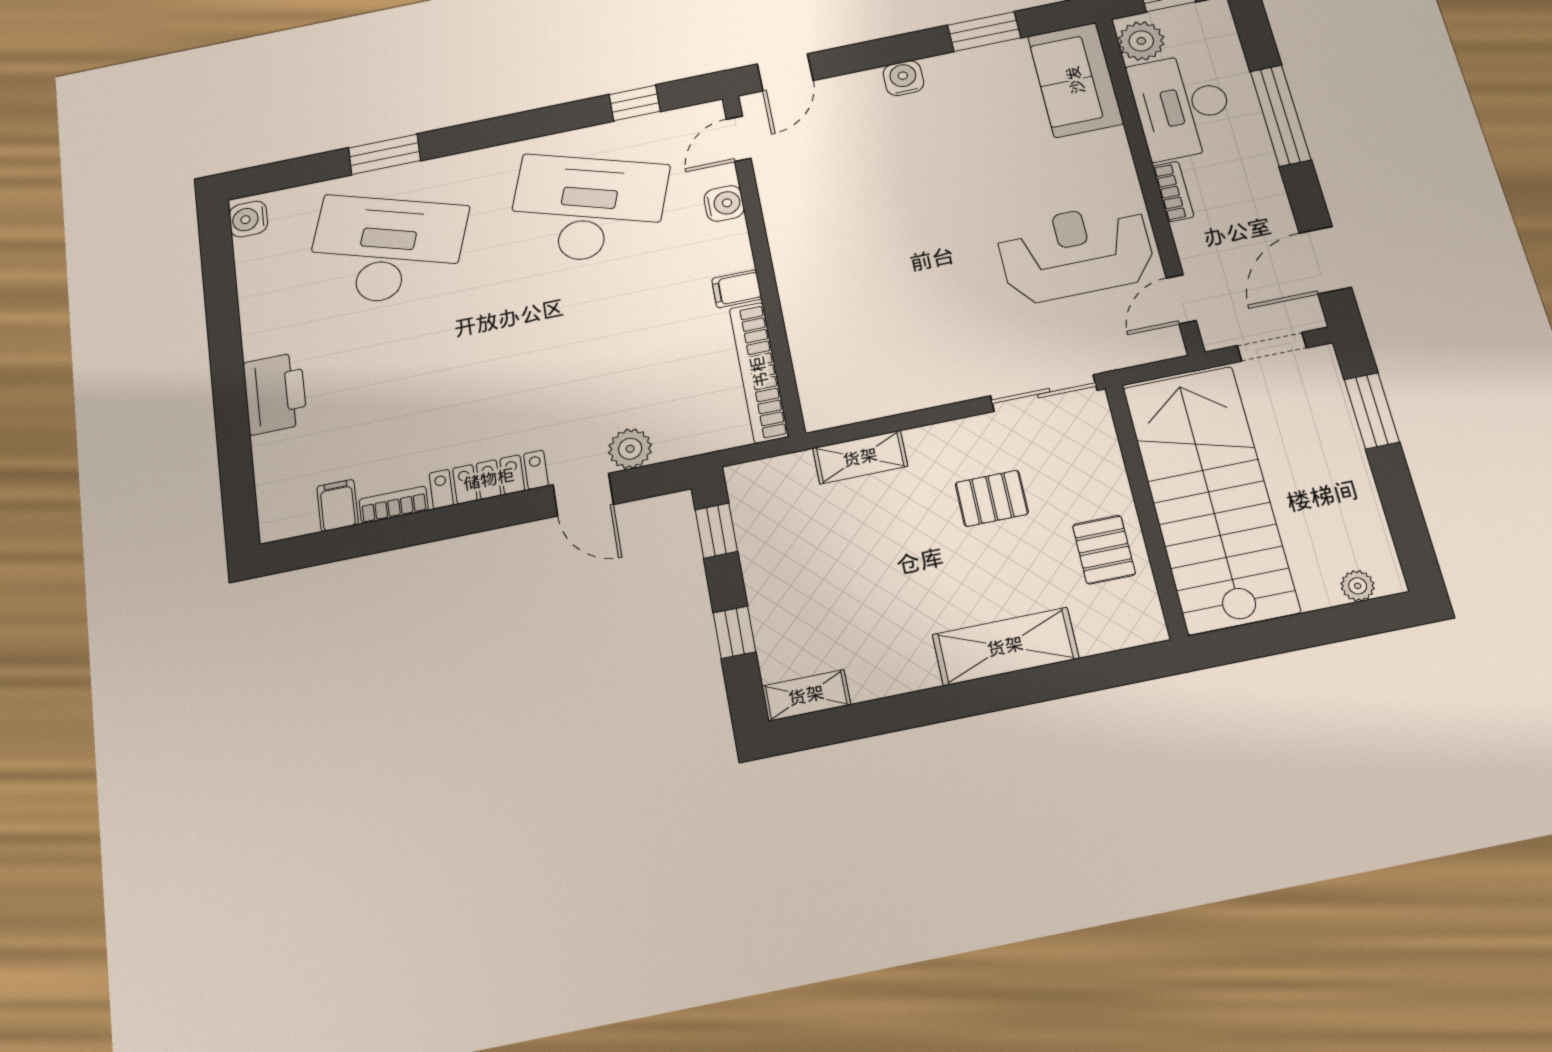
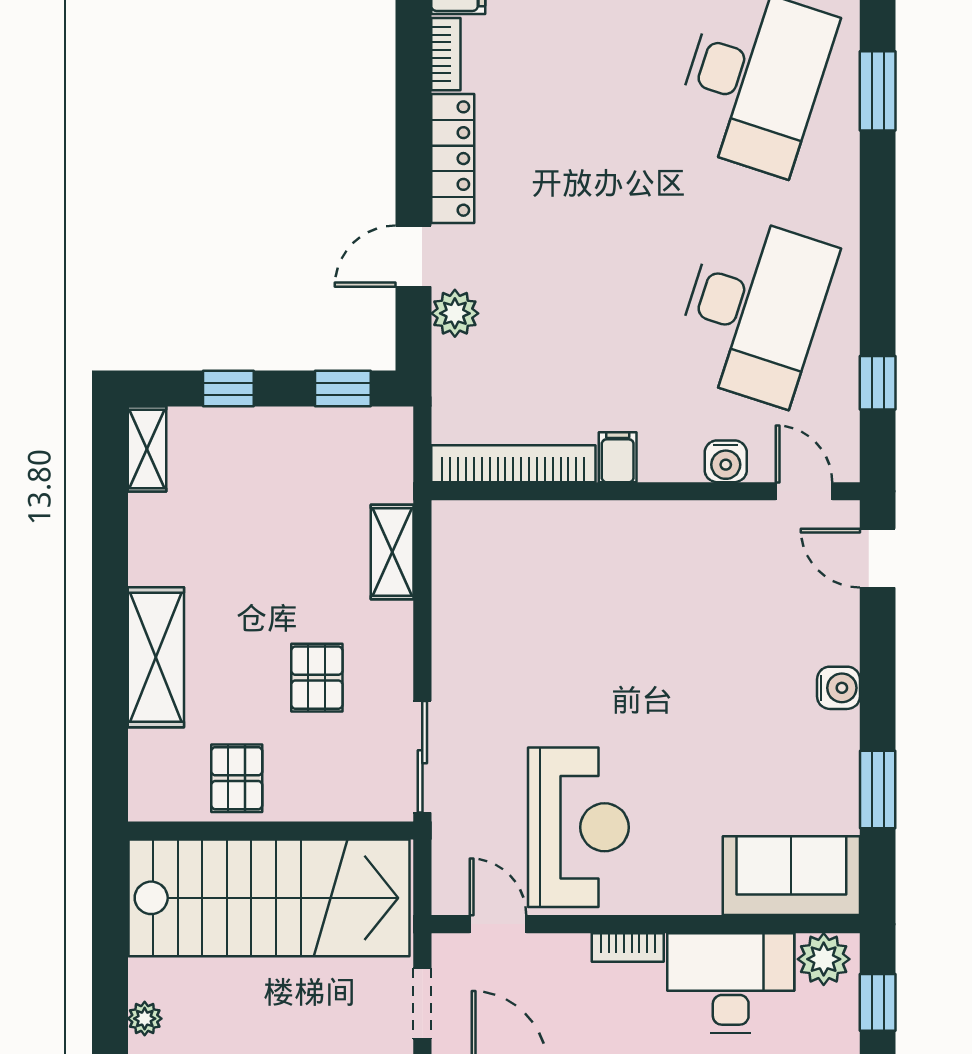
pallet: (1104, 550) -> (237, 778), turned 90

